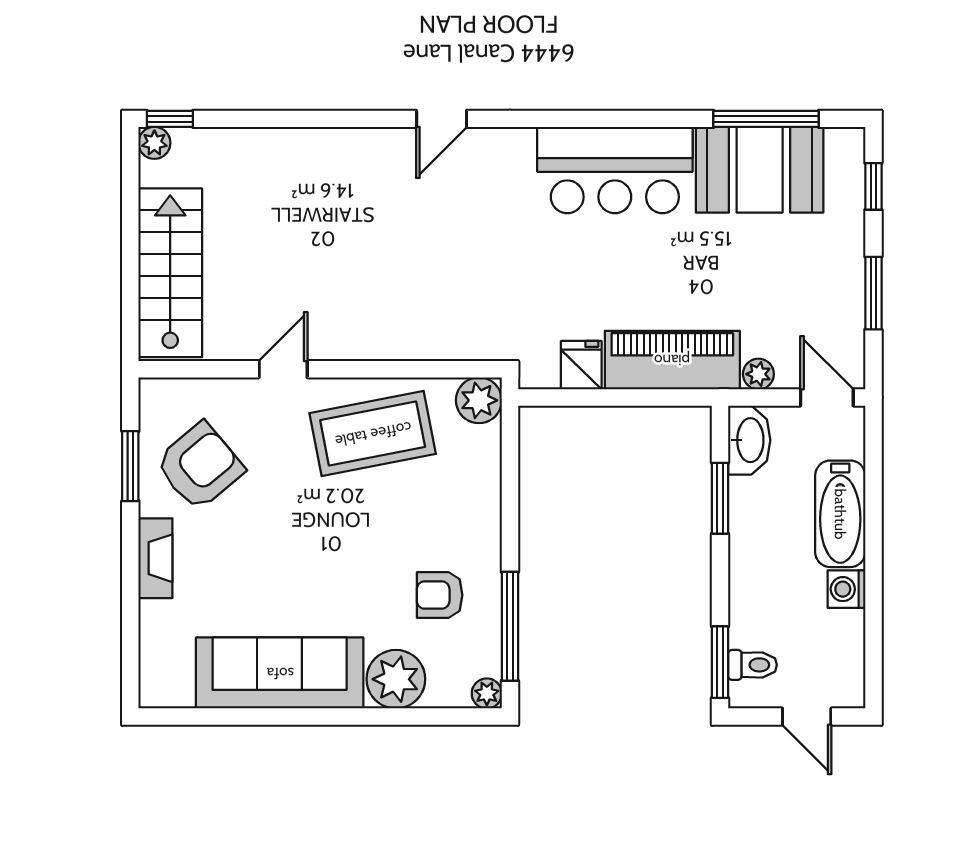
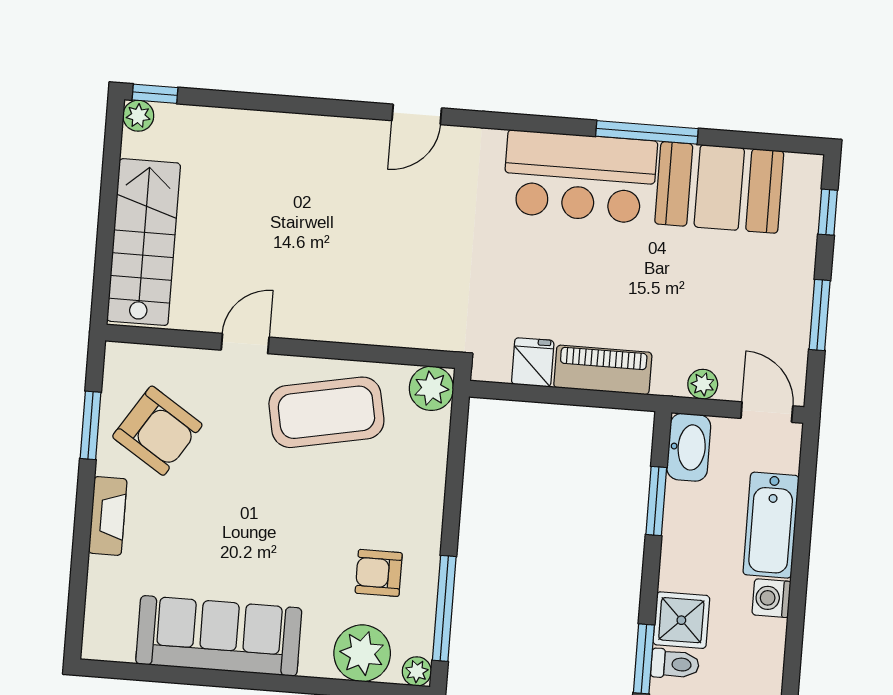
window: (766, 119) -> (647, 132), moved
piano: (672, 360) -> (603, 370), width x0.73, depth x0.75
armchair: (200, 466) -> (157, 431), turned 73
shower: (756, 619) -> (681, 620), added
plant: (396, 679) -> (362, 653), moved

